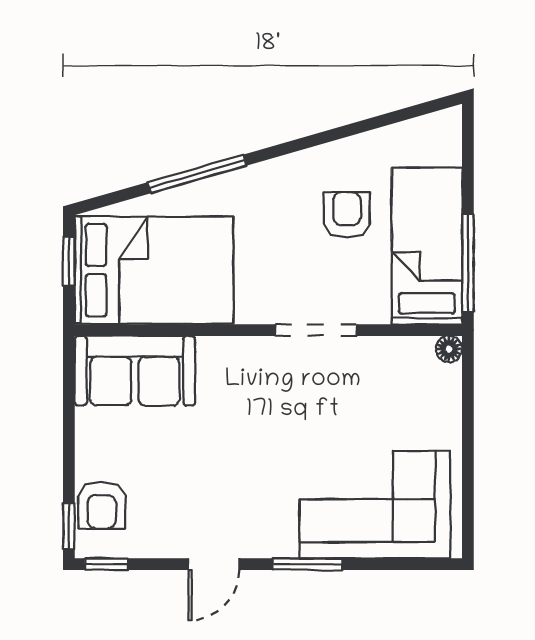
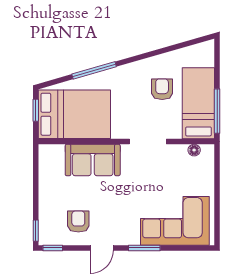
floor lamp: (449, 349) -> (194, 150), moved
sofa: (135, 371) -> (93, 160), moved
armchair: (102, 505) -> (78, 222), moved, turned 180

